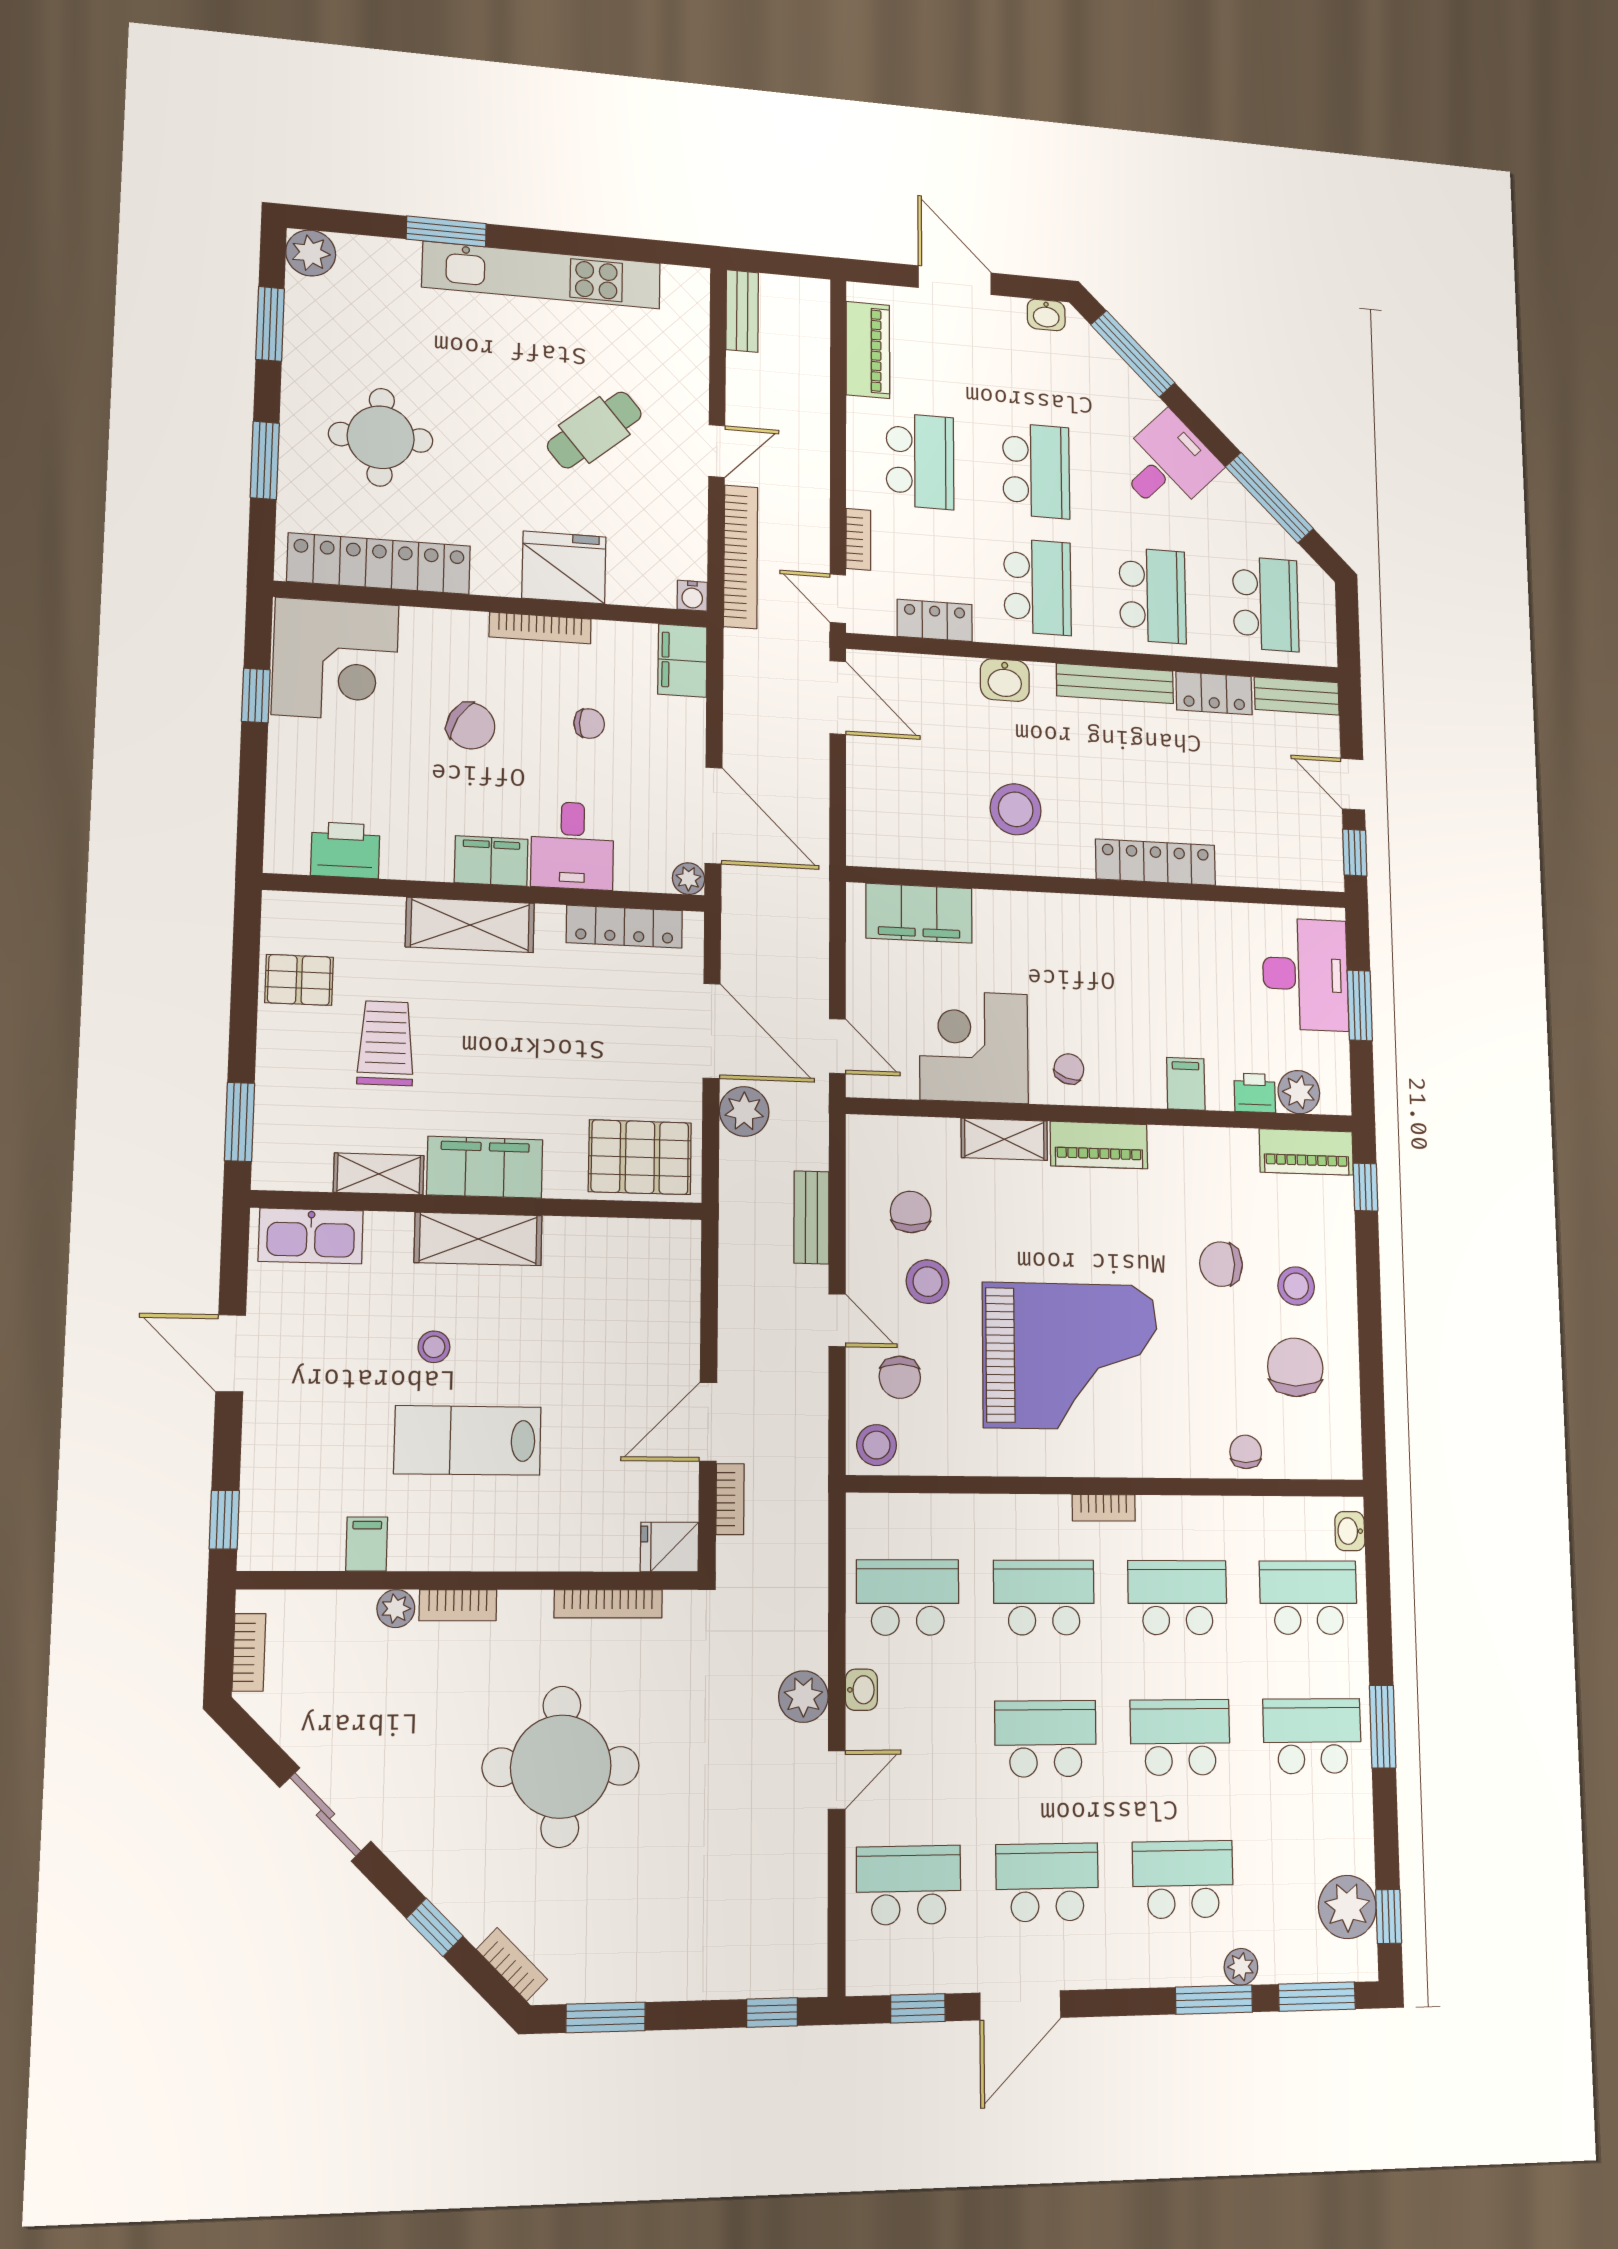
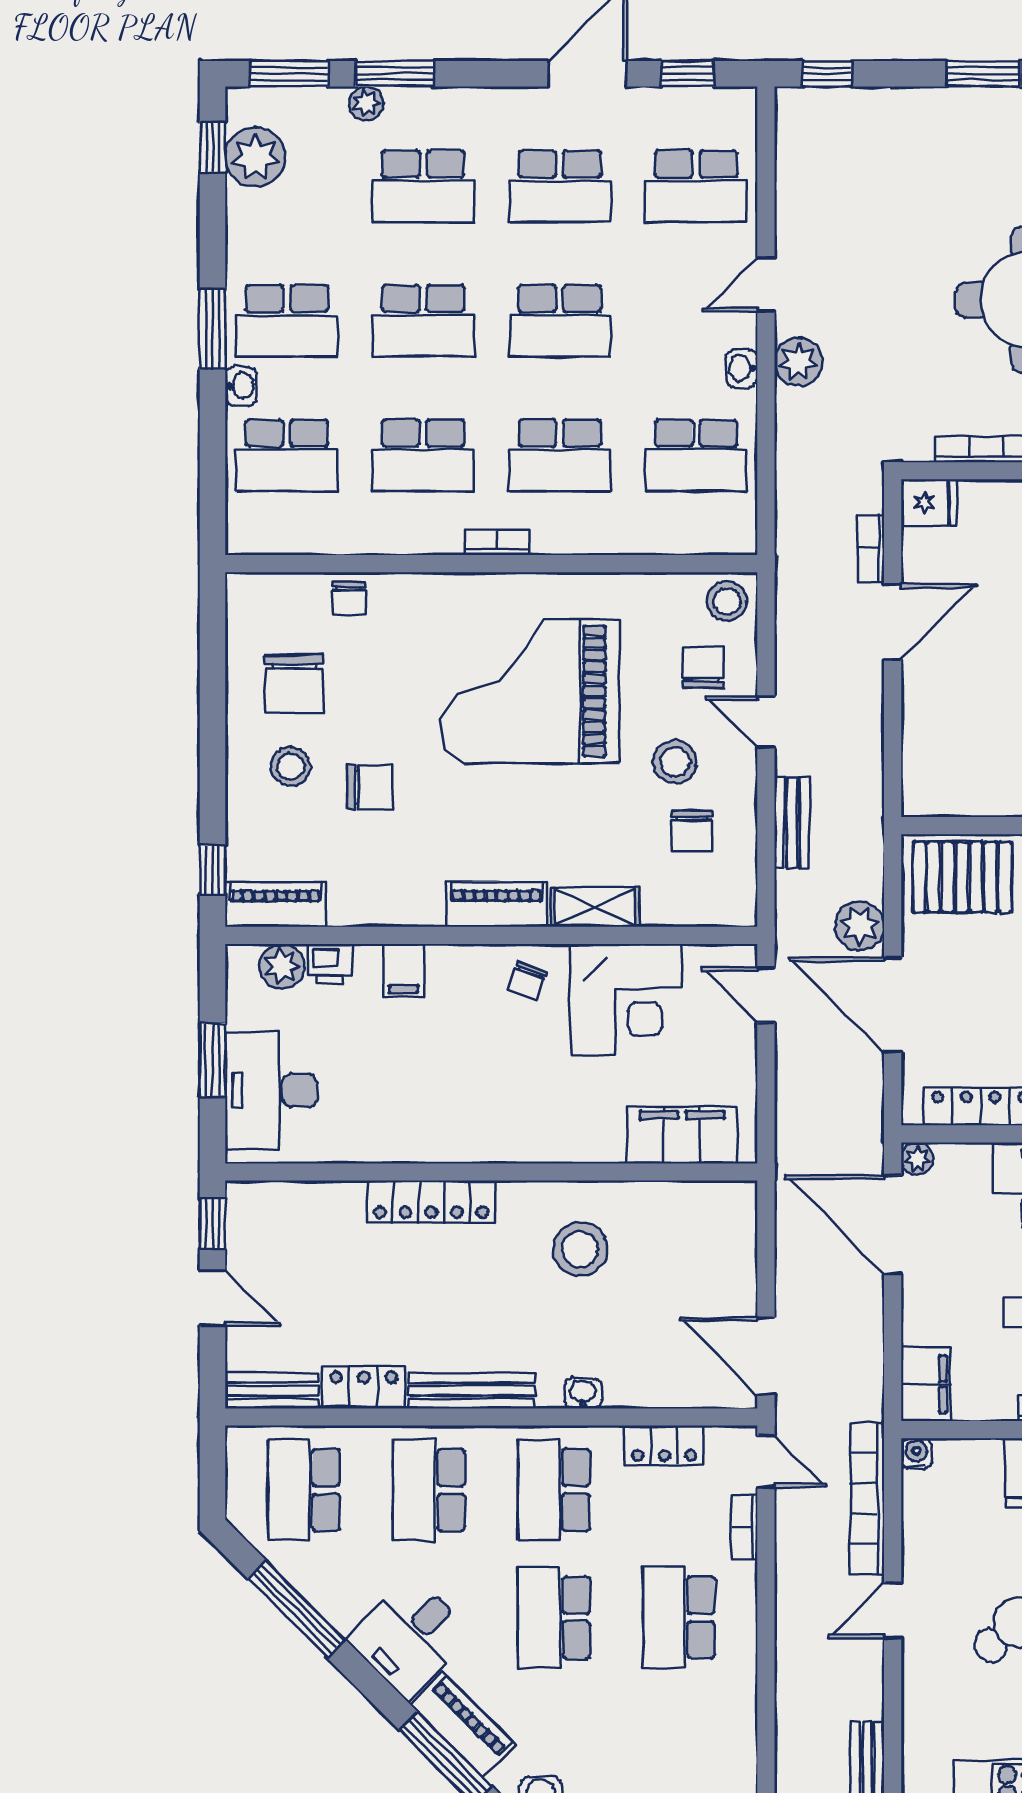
piano: (868, 350) -> (463, 1725), moved, turned 135
washbasin: (1005, 680) -> (583, 1393), width x0.72, depth x0.69
washbasin: (1350, 1531) -> (241, 386), moved

